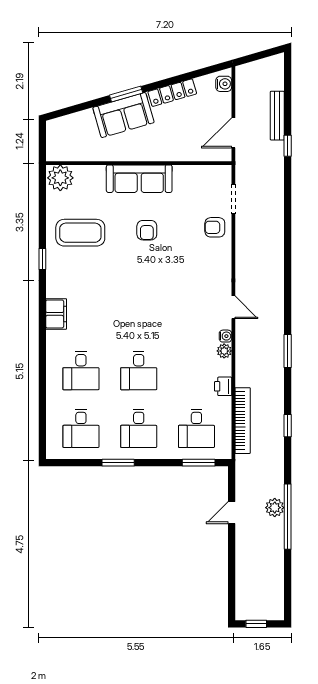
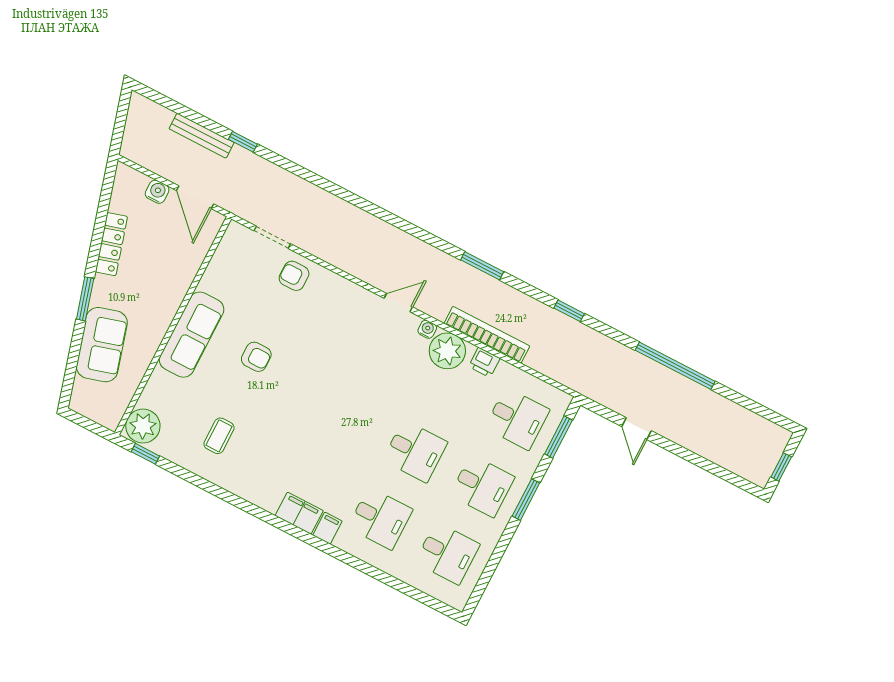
water cooler: (224, 84) -> (157, 192), moved
sofa: (123, 115) -> (102, 345), moved
armchair: (215, 227) -> (294, 276), turned 90
coffee table: (80, 233) -> (219, 436), width x0.54, depth x0.58
window: (42, 259) -> (145, 454), moved
filing cabinet: (56, 338) -> (327, 528), added
plant: (224, 351) -> (447, 351), width x1.88, depth x1.88
bookcase: (243, 421) -> (487, 335), moved
window: (118, 463) -> (526, 500), moved
plant: (275, 508) -> (657, 375), removed

